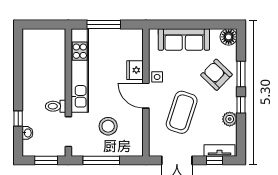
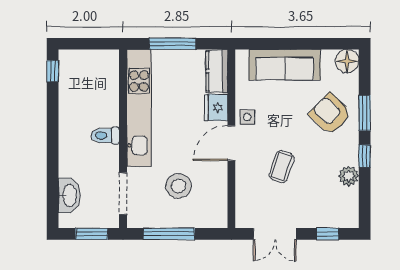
kitchen counter: (135, 44) -> (217, 71), added
door: (146, 96) -> (231, 143), hinge flipped
toilet: (56, 106) -> (105, 135), moved
coffee table: (182, 112) -> (282, 167), width x0.54, depth x0.58
window: (18, 118) -> (53, 71), moved
washbasin: (27, 133) -> (69, 195), width x1.91, depth x1.45
tv unit: (220, 150) -> (334, 220), removed

